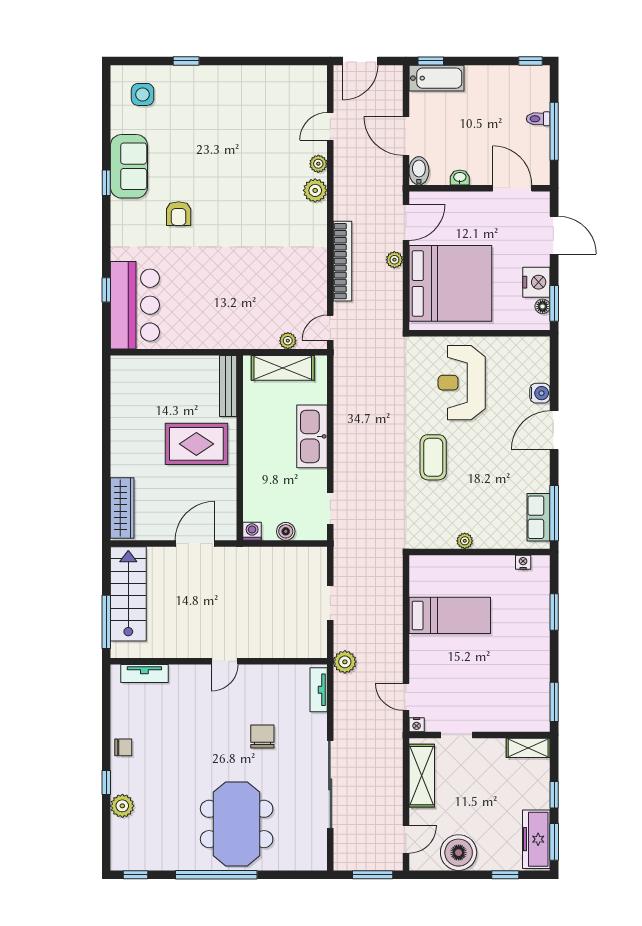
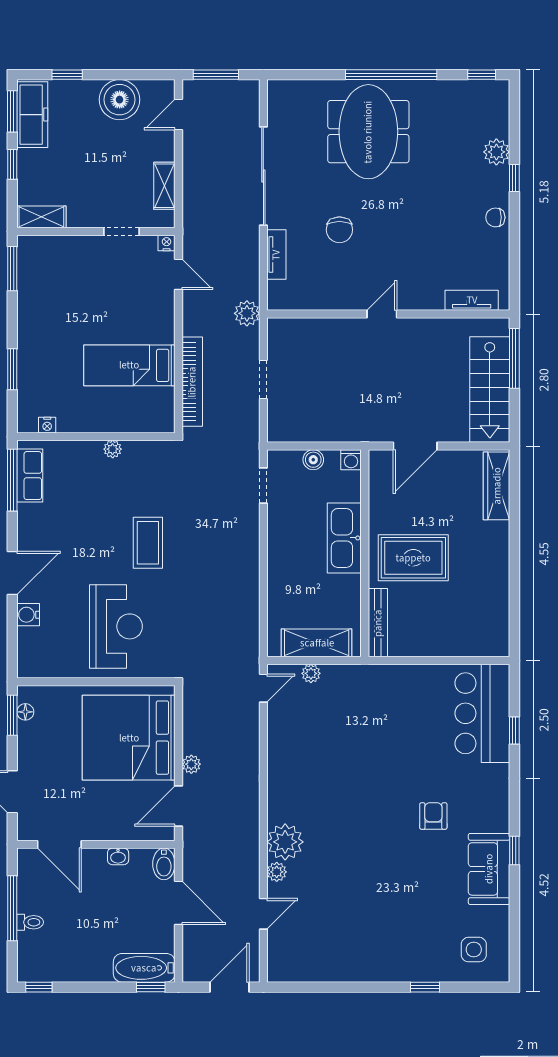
plant: (315, 190) -> (285, 842), width x1.36, depth x1.36
bookcase: (342, 261) -> (192, 382), moved, turned 180
nightstand: (536, 282) -> (32, 739), removed
kitchen sink: (312, 436) -> (344, 538), moved, turned 180
tv unit: (319, 690) -> (276, 255), moved
shelving: (422, 776) -> (164, 186), width x0.67, depth x0.75

